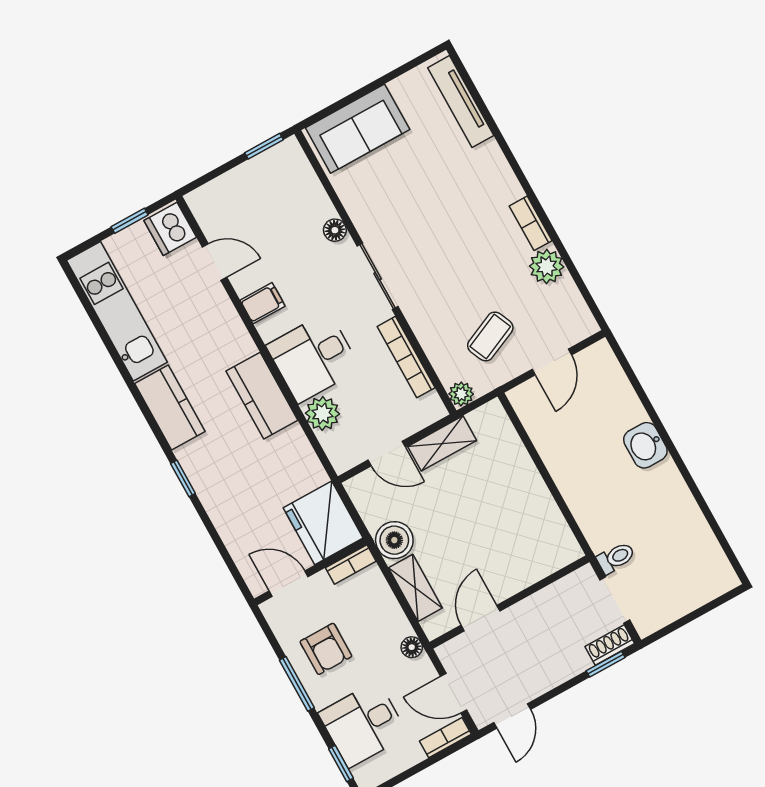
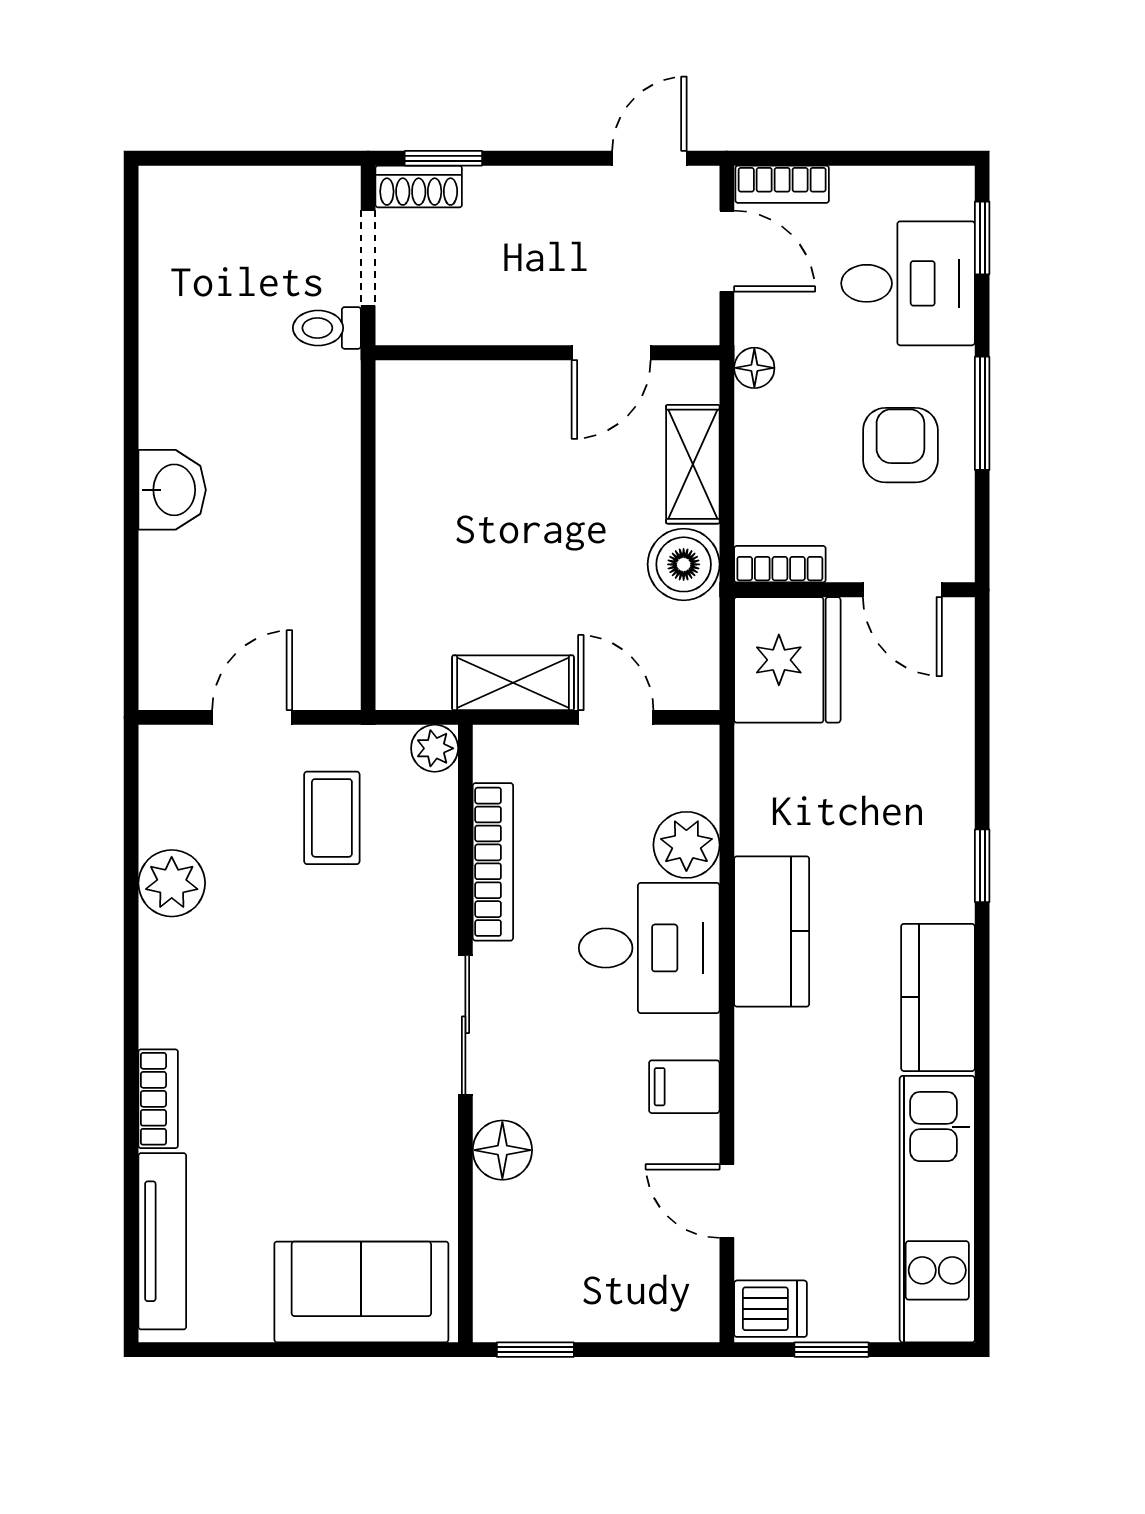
bookcase: (531, 223) -> (158, 1099), moved
dishwasher: (170, 229) -> (770, 1309), width x0.73
floor lamp: (335, 230) -> (502, 1150), width x1.37, depth x1.37
coffee table: (490, 336) -> (332, 818), turned -66

